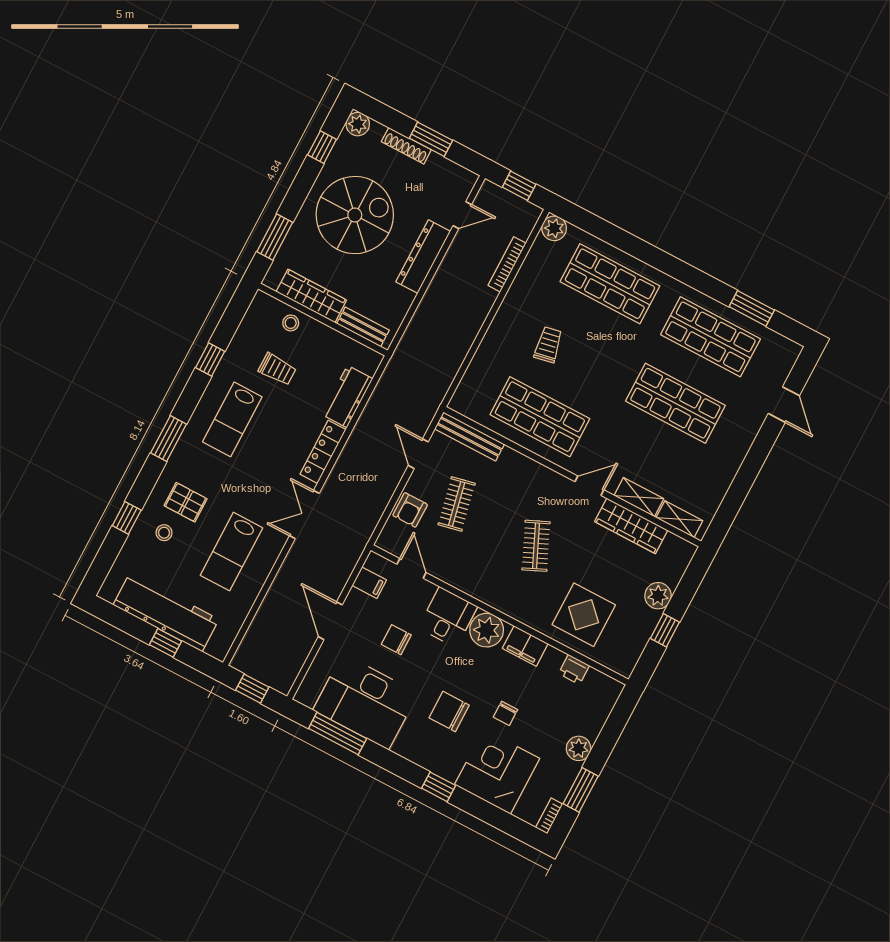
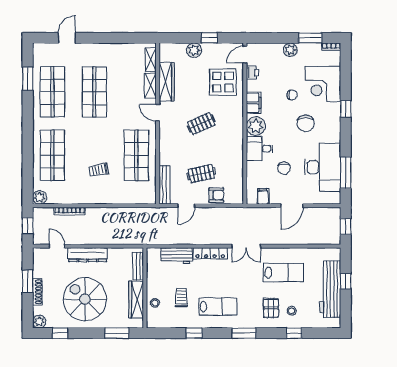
door: (411, 568) -> (245, 55), moved

